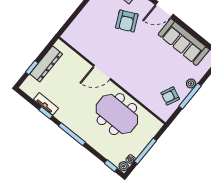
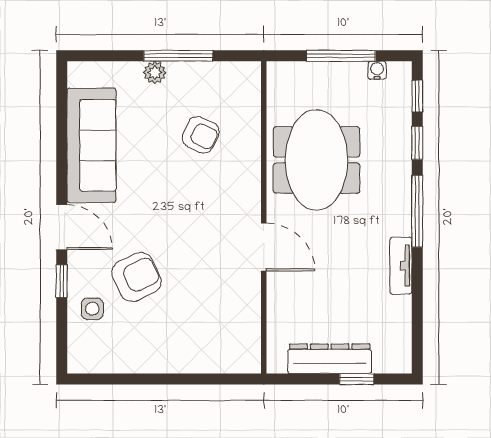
armchair: (170, 96) -> (201, 135), moved
tv unit: (46, 104) -> (401, 266), moved
window: (46, 113) -> (417, 143), moved
plant: (124, 166) -> (400, 73), removed

